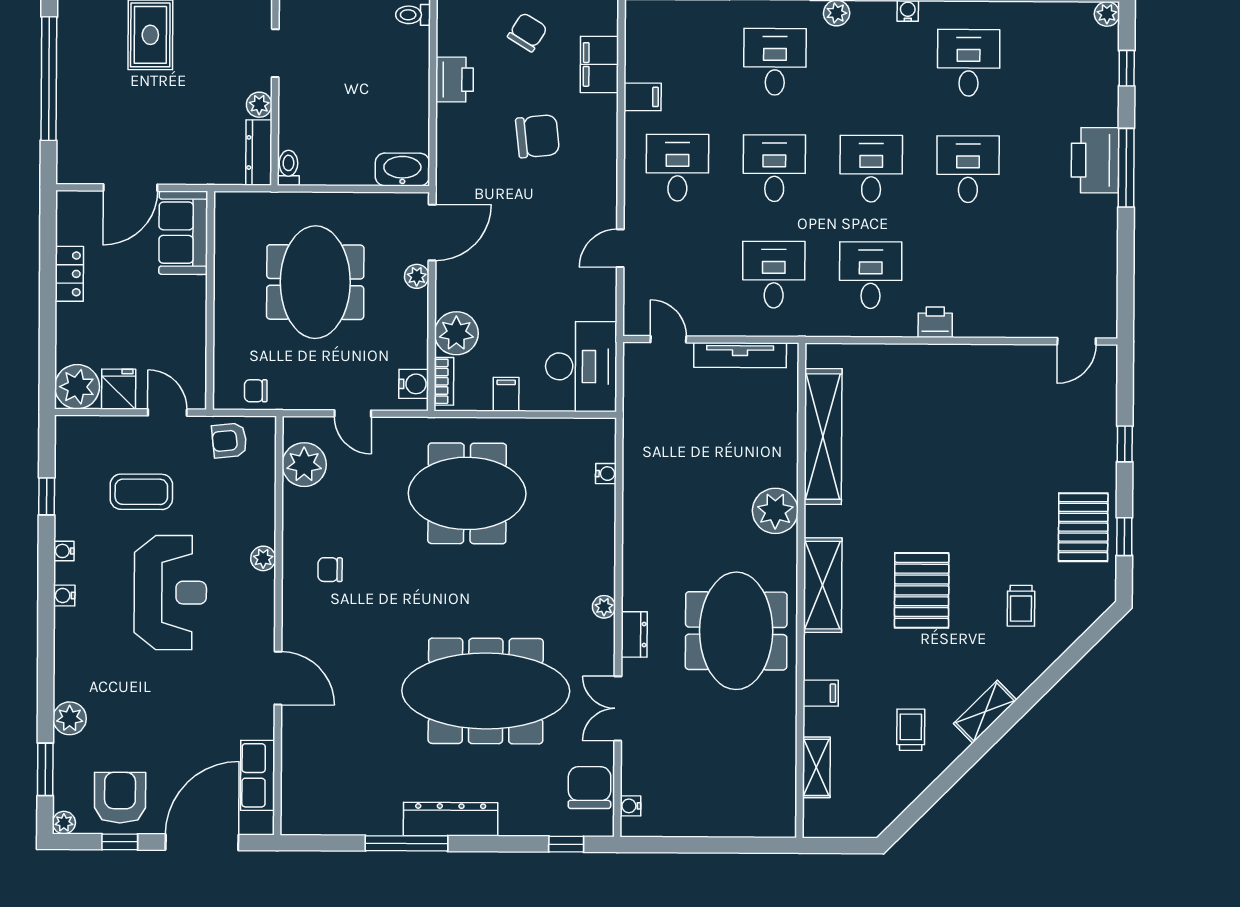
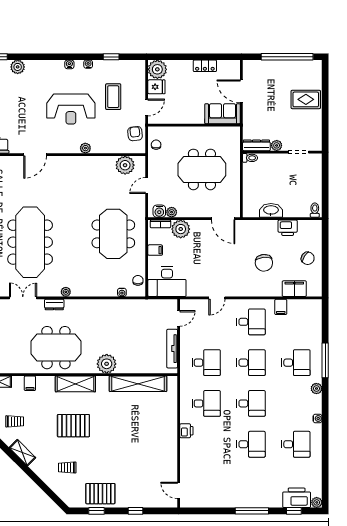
printer: (1095, 160) -> (297, 498), moved
washbasin: (402, 169) -> (271, 210), moved, turned -90
door: (620, 248) -> (217, 298), swing flipped
plant: (417, 276) -> (172, 212), moved
chair: (330, 570) -> (138, 280), moved

